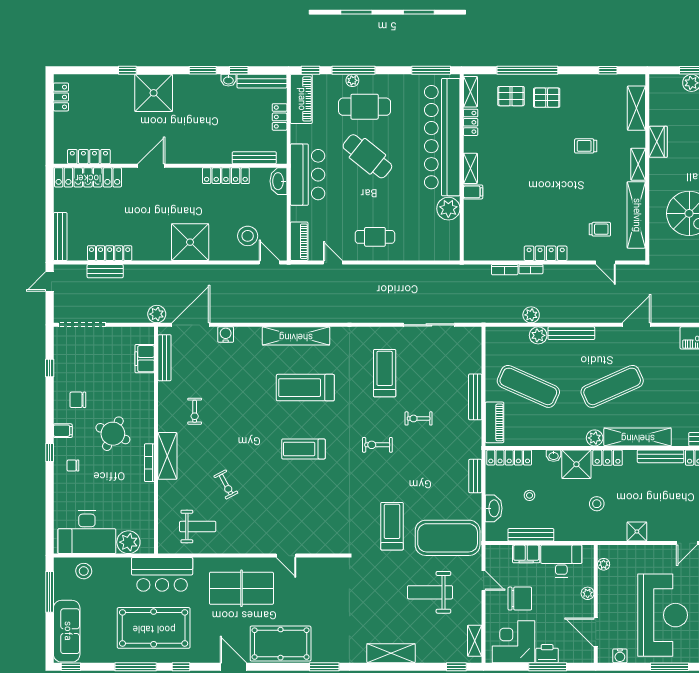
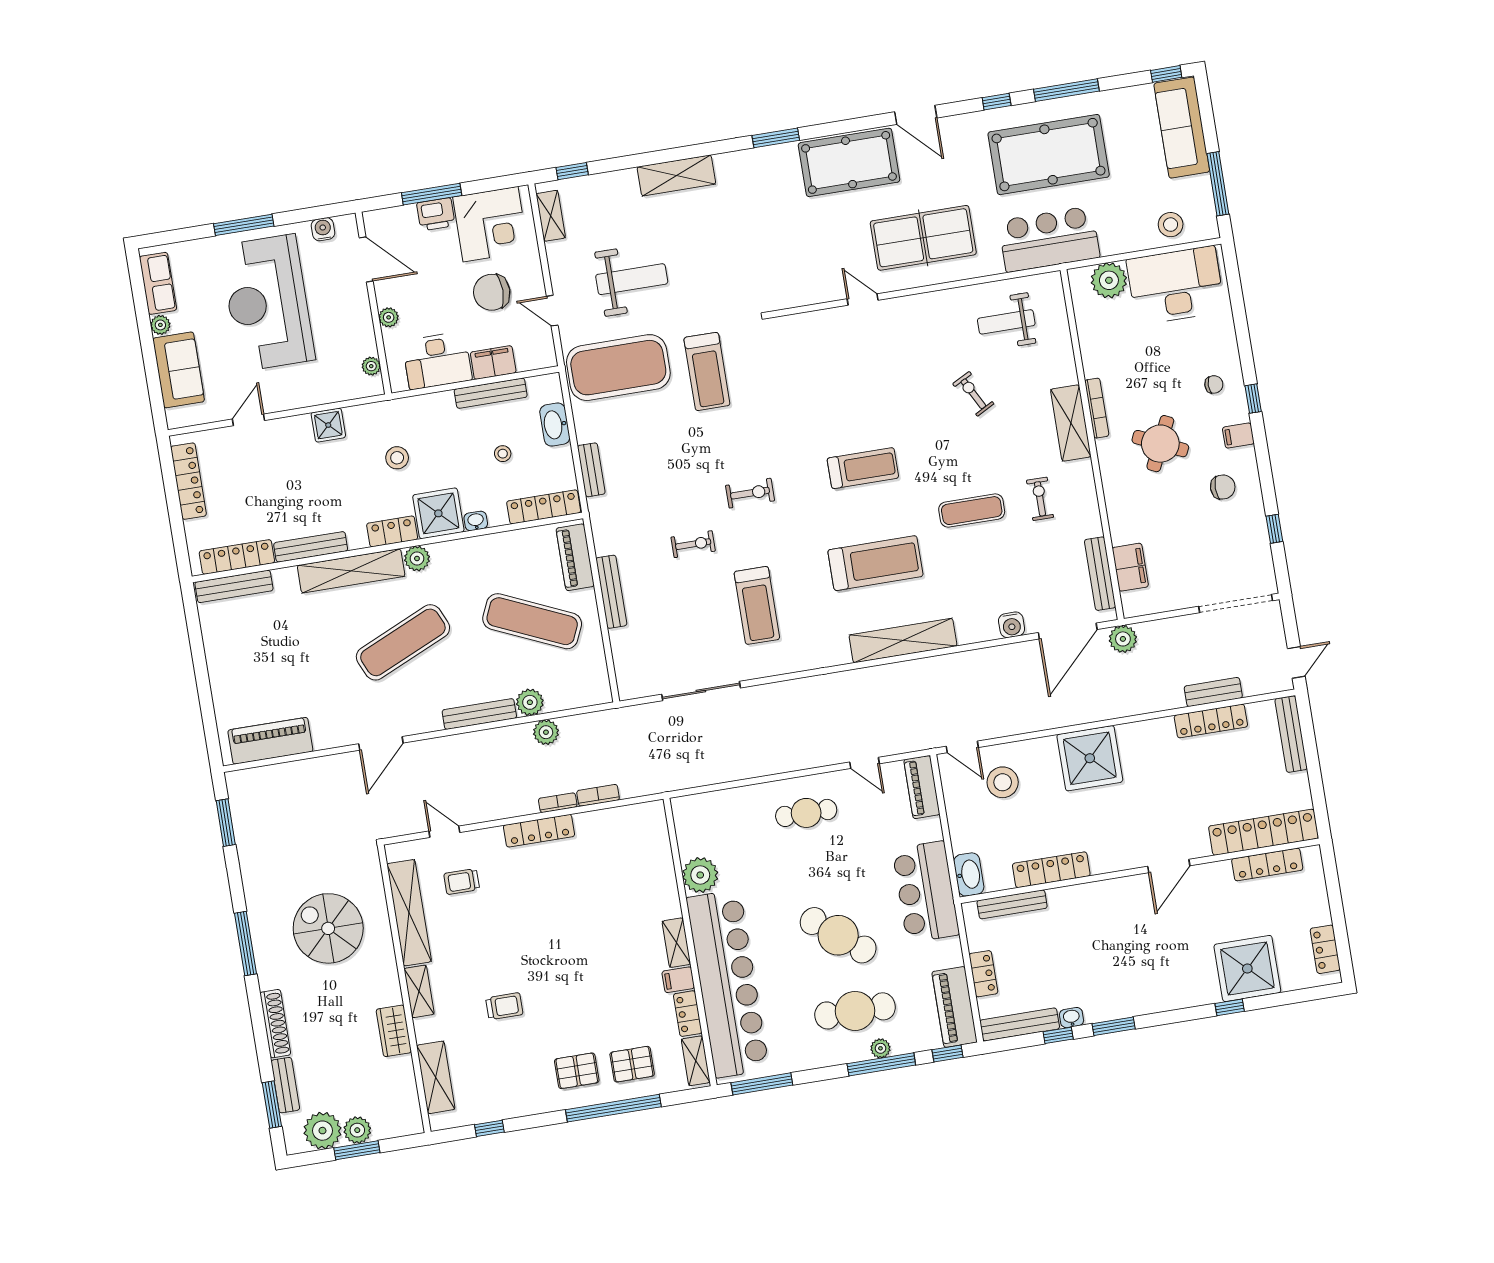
shower: (154, 93) -> (1247, 969), moved
filing cabinet: (473, 192) -> (678, 980), moved
exercise mat: (239, 411) -> (972, 511), added

